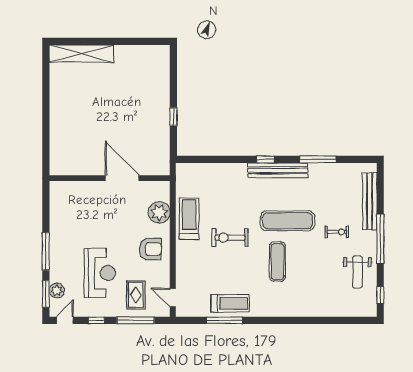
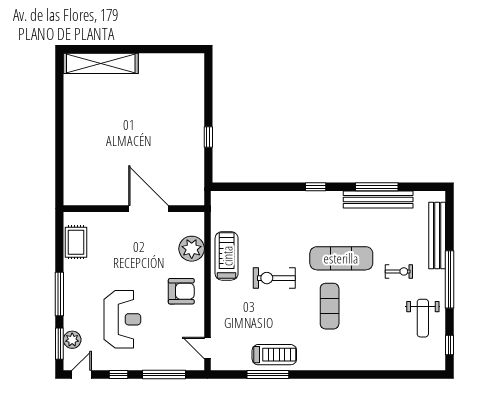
bench: (278, 170) -> (378, 199), moved
rug: (136, 295) -> (76, 242), moved

